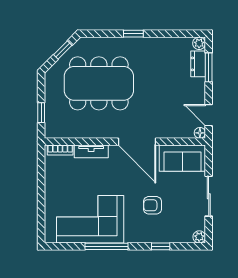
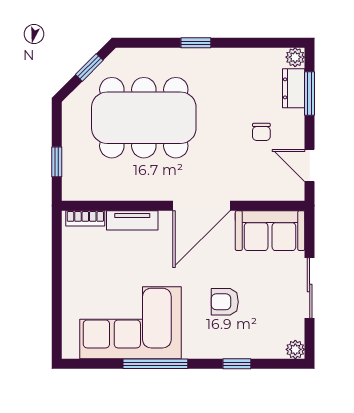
chair: (177, 93) -> (261, 132), added
floor lamp: (200, 133) -> (296, 192), removed
door: (137, 142) -> (201, 206), hinge flipped

